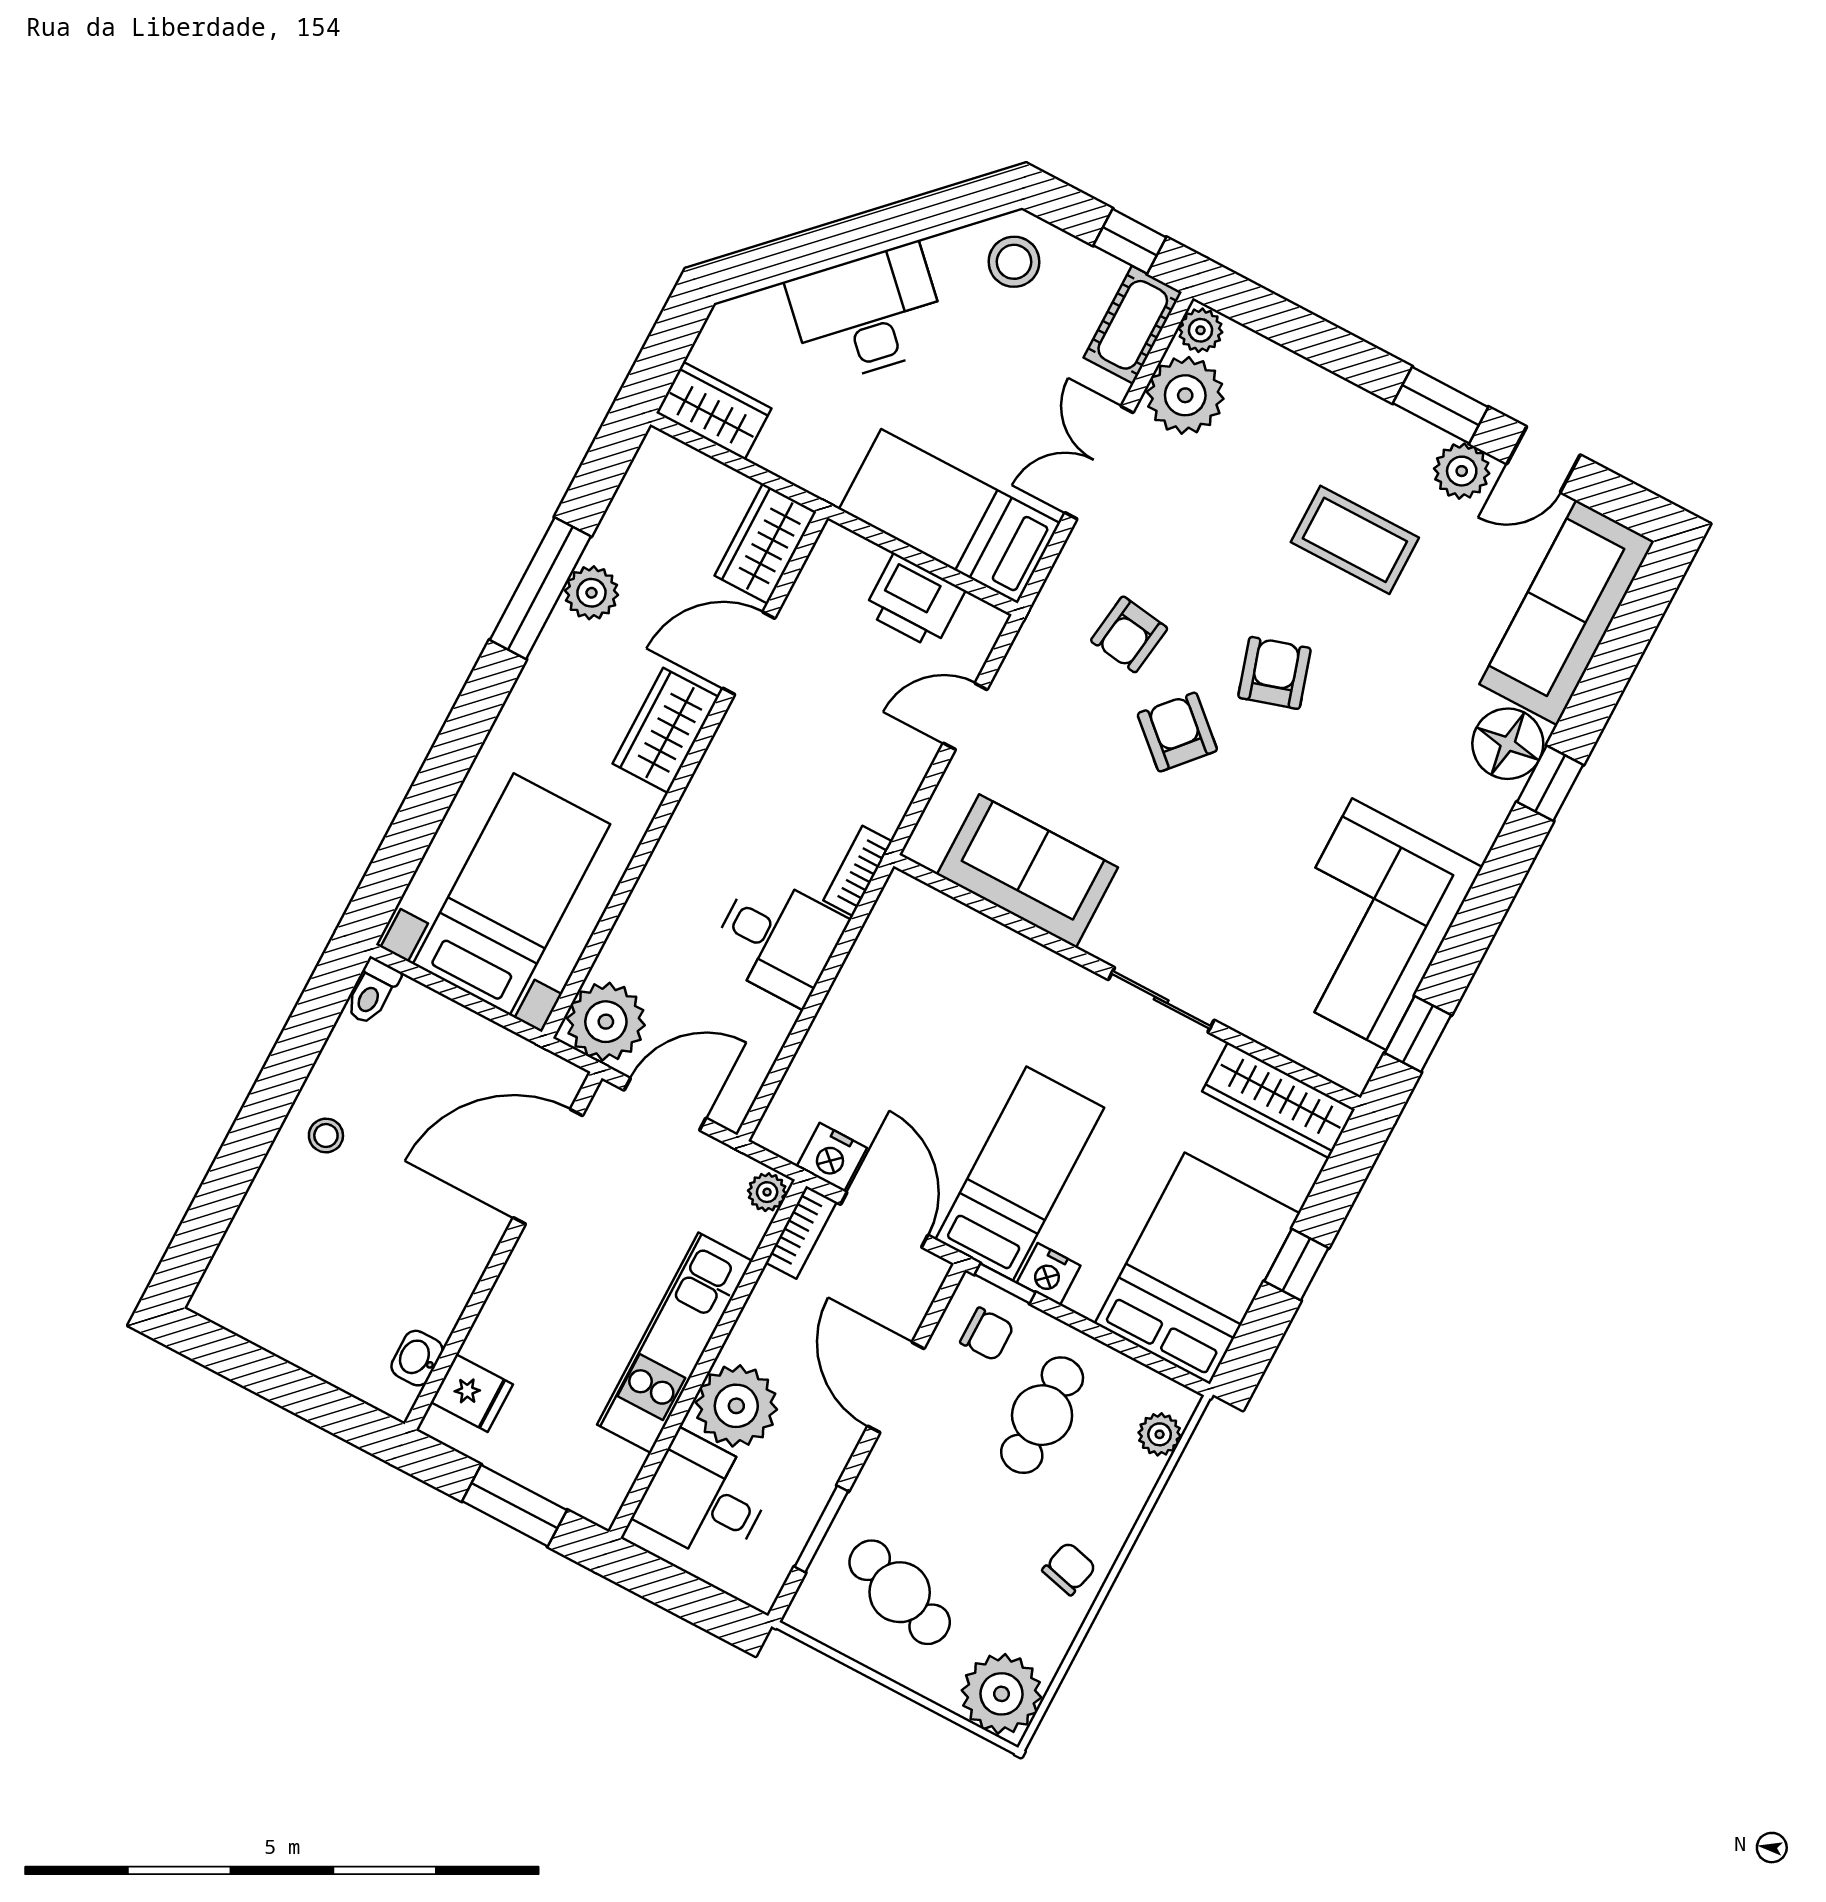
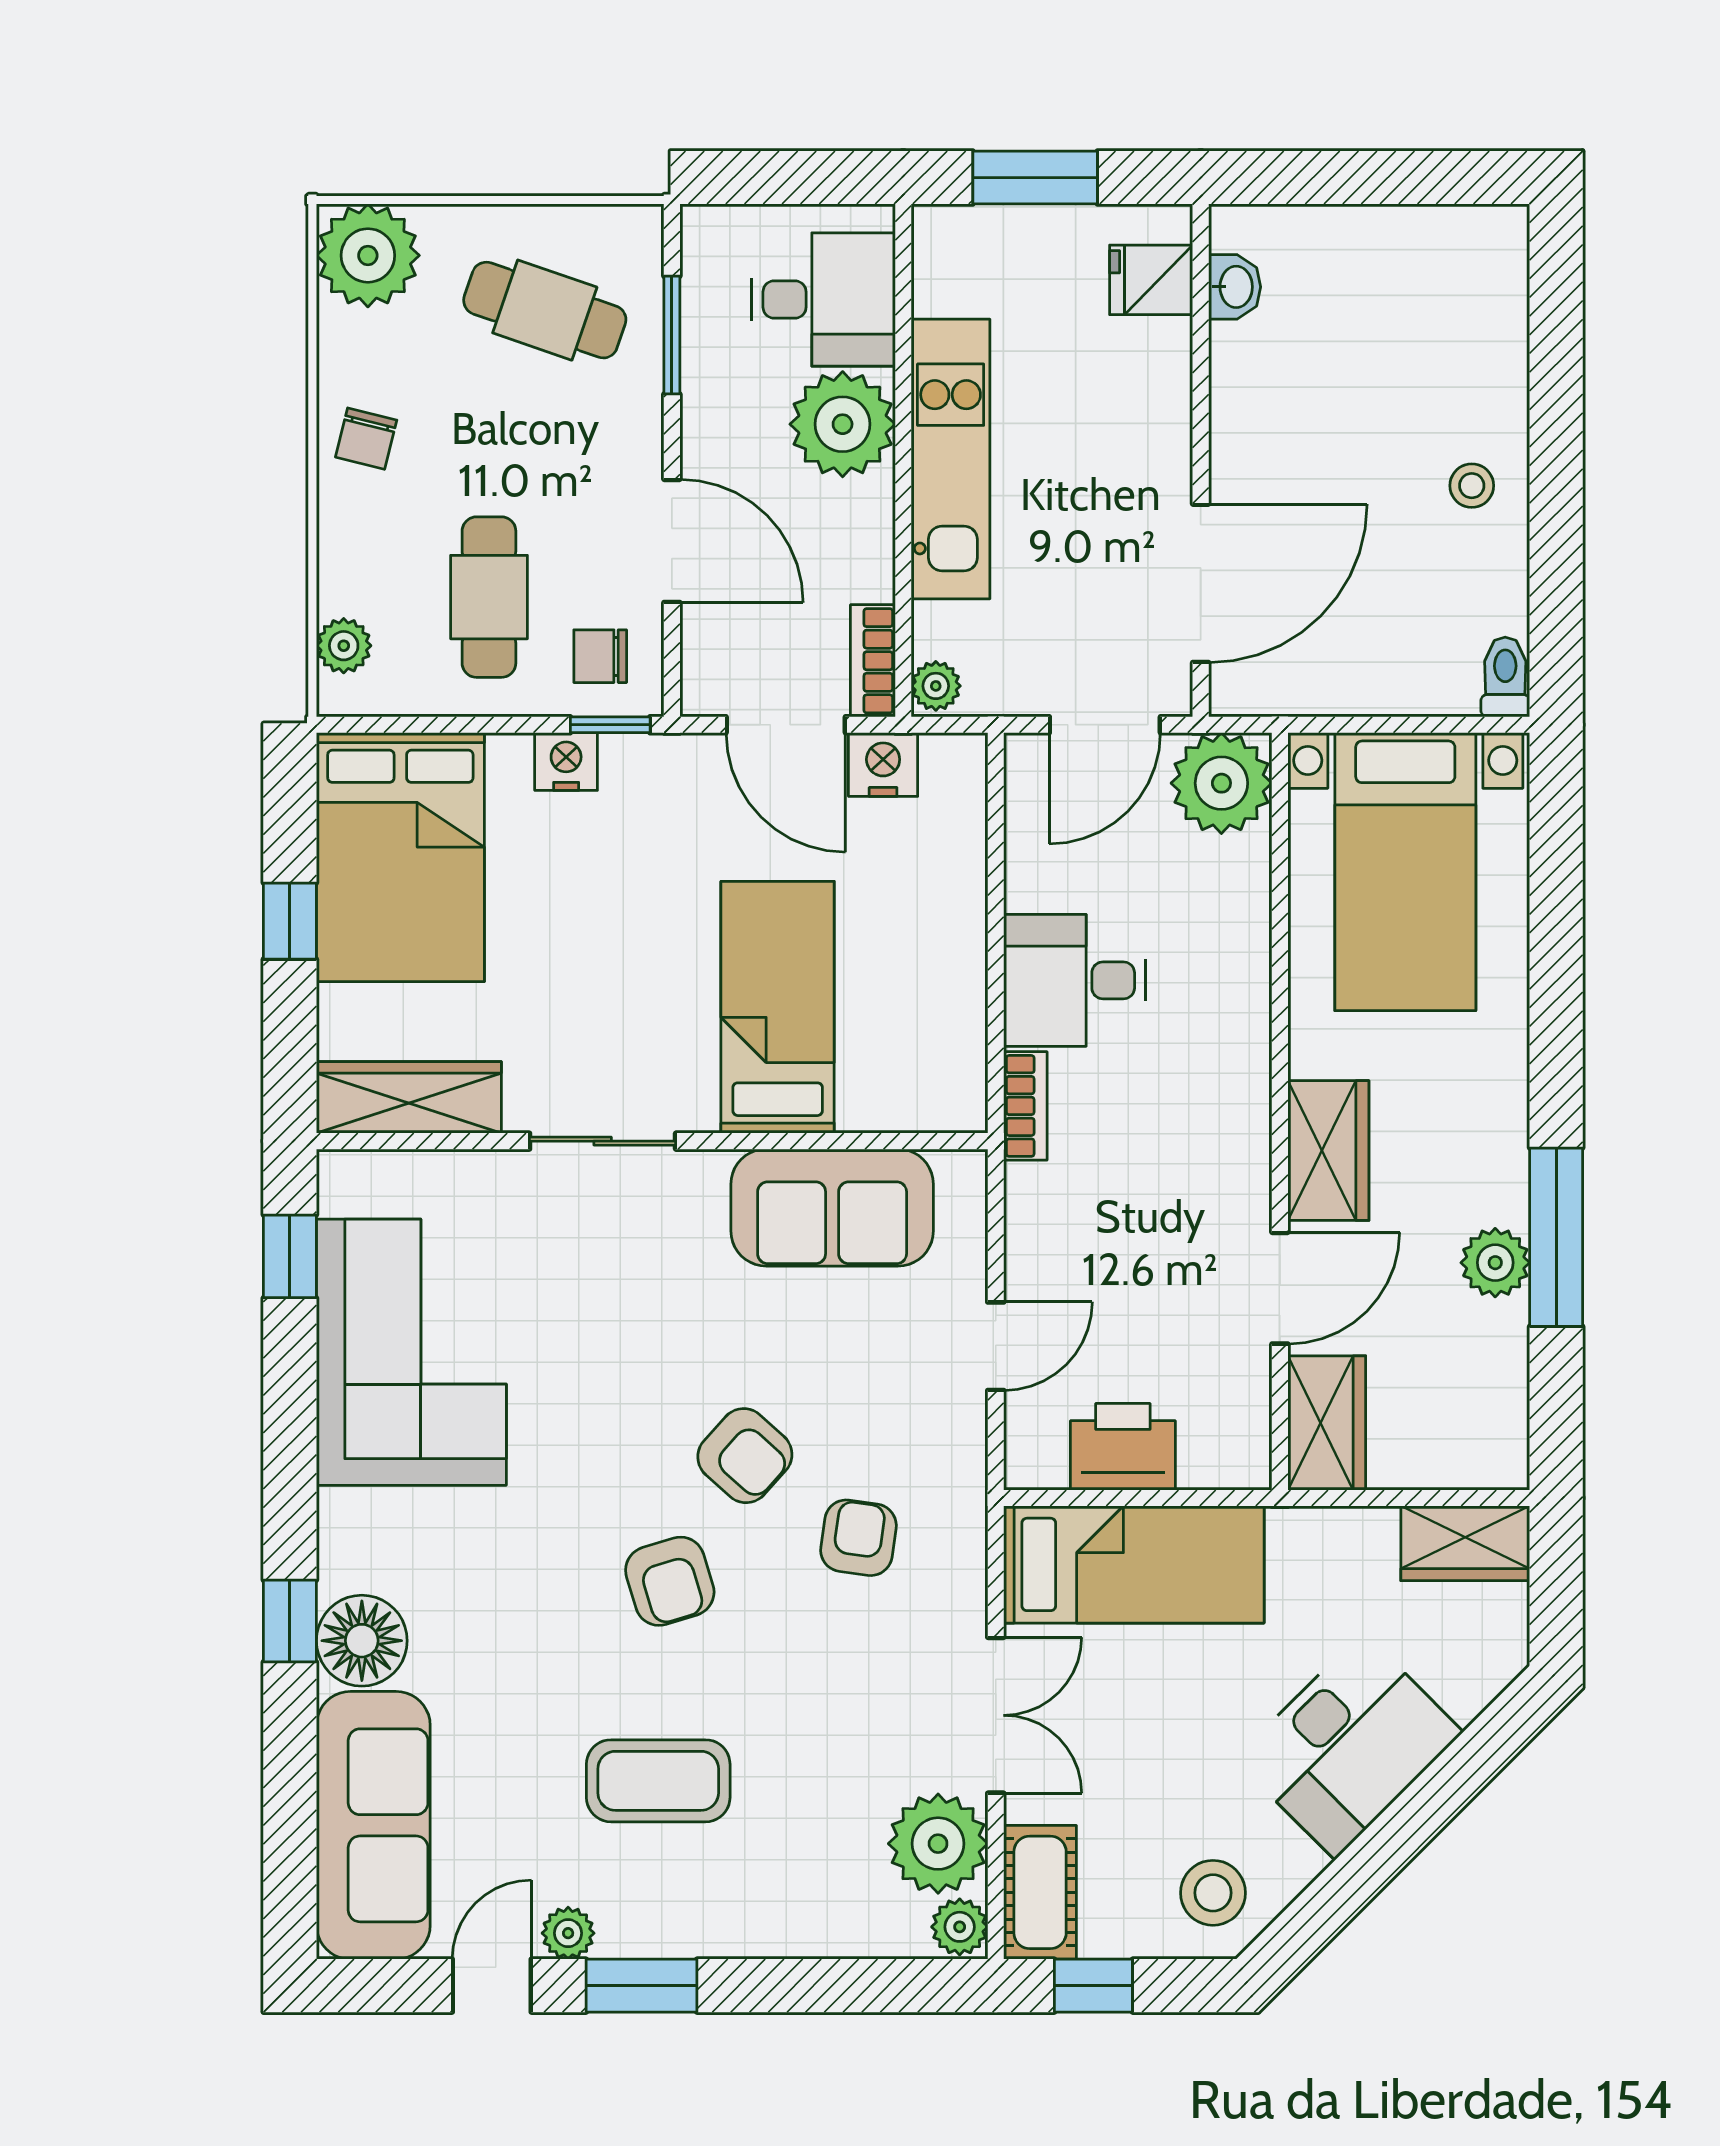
plant: (1462, 471) -> (568, 1933), width x0.73, depth x0.73
bed: (1020, 1174) -> (778, 1007), moved, turned 180

